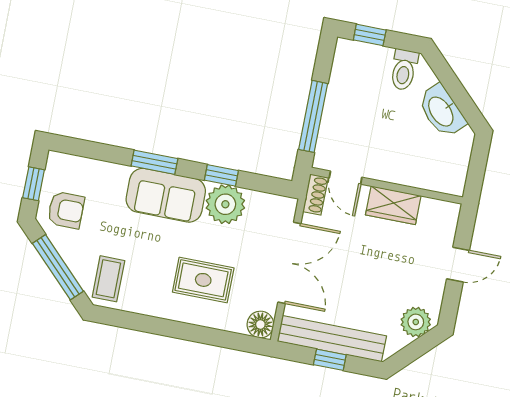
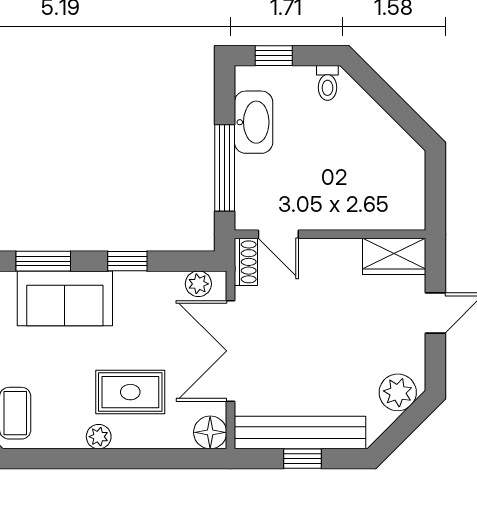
toilet: (404, 70) -> (327, 83), width x0.73, depth x0.72
washbasin: (442, 111) -> (254, 122), moved, turned -135
plant: (225, 204) -> (198, 284), moved, width x0.53, depth x0.53
wardrobe: (393, 205) -> (394, 256), moved
double door: (289, 263) -> (231, 351), swing flipped
plant: (171, 310) -> (99, 437), added

